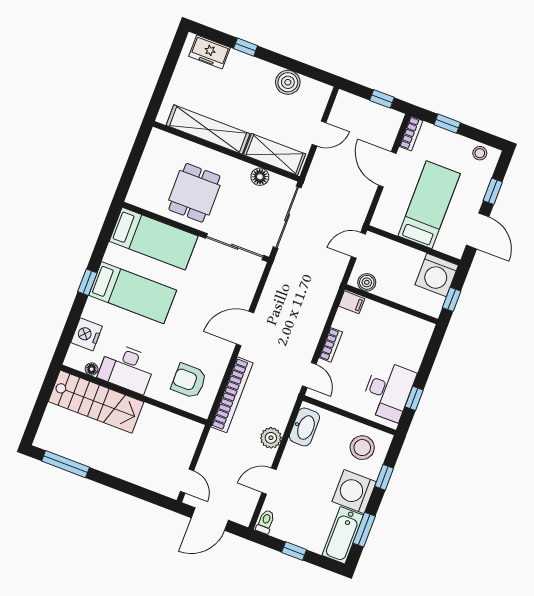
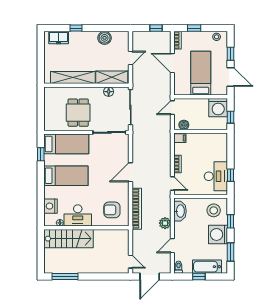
window: (87, 282) -> (41, 154), moved
bathtub: (343, 535) -> (207, 267), moved, turned 90

